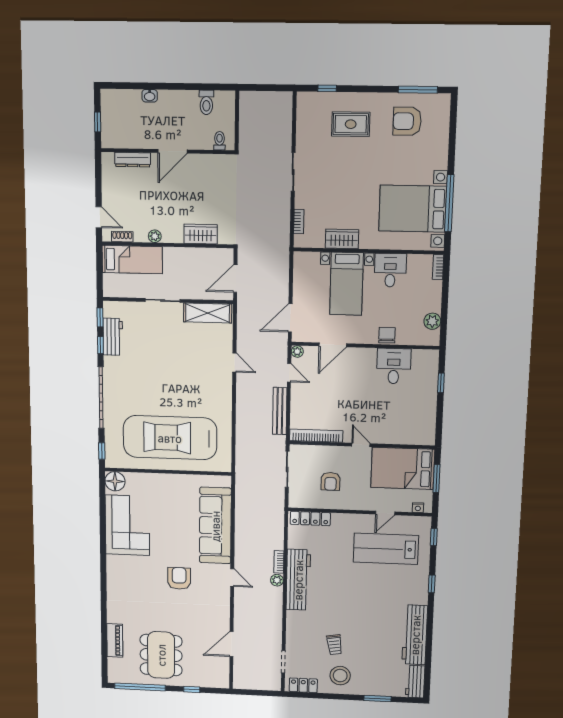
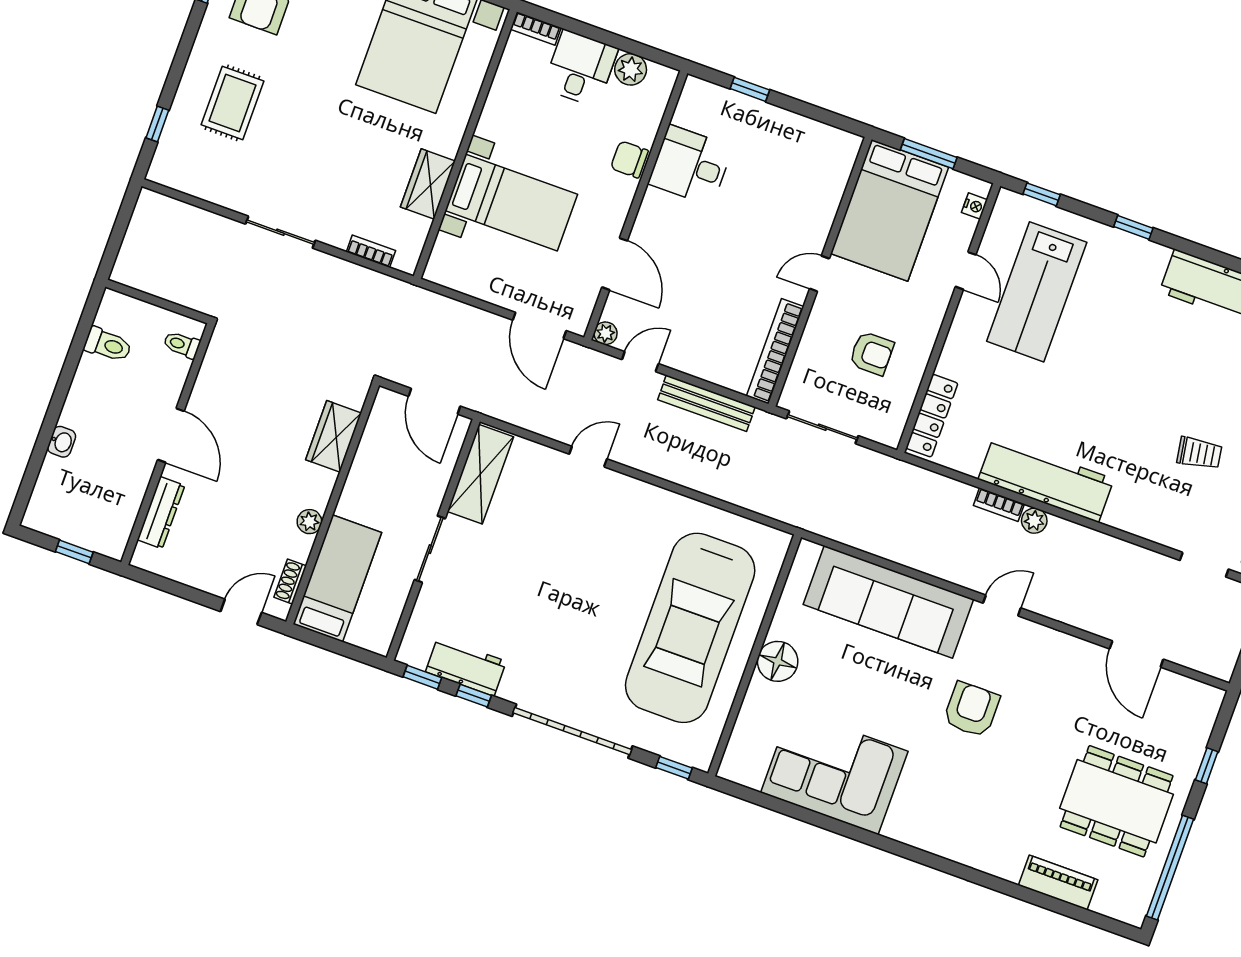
desk: (390, 270) -> (580, 68), moved, turned 90
floor lamp: (115, 481) -> (778, 661), moved
armchair: (179, 578) -> (971, 710), turned 90

